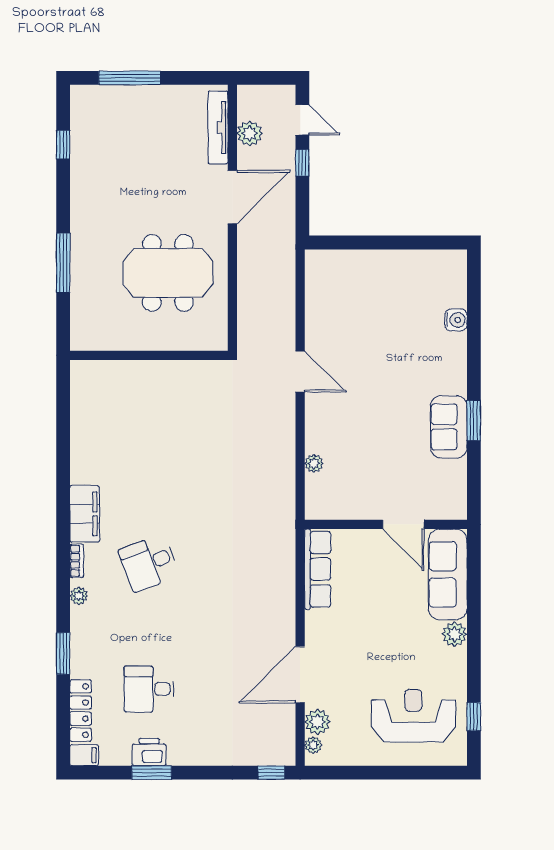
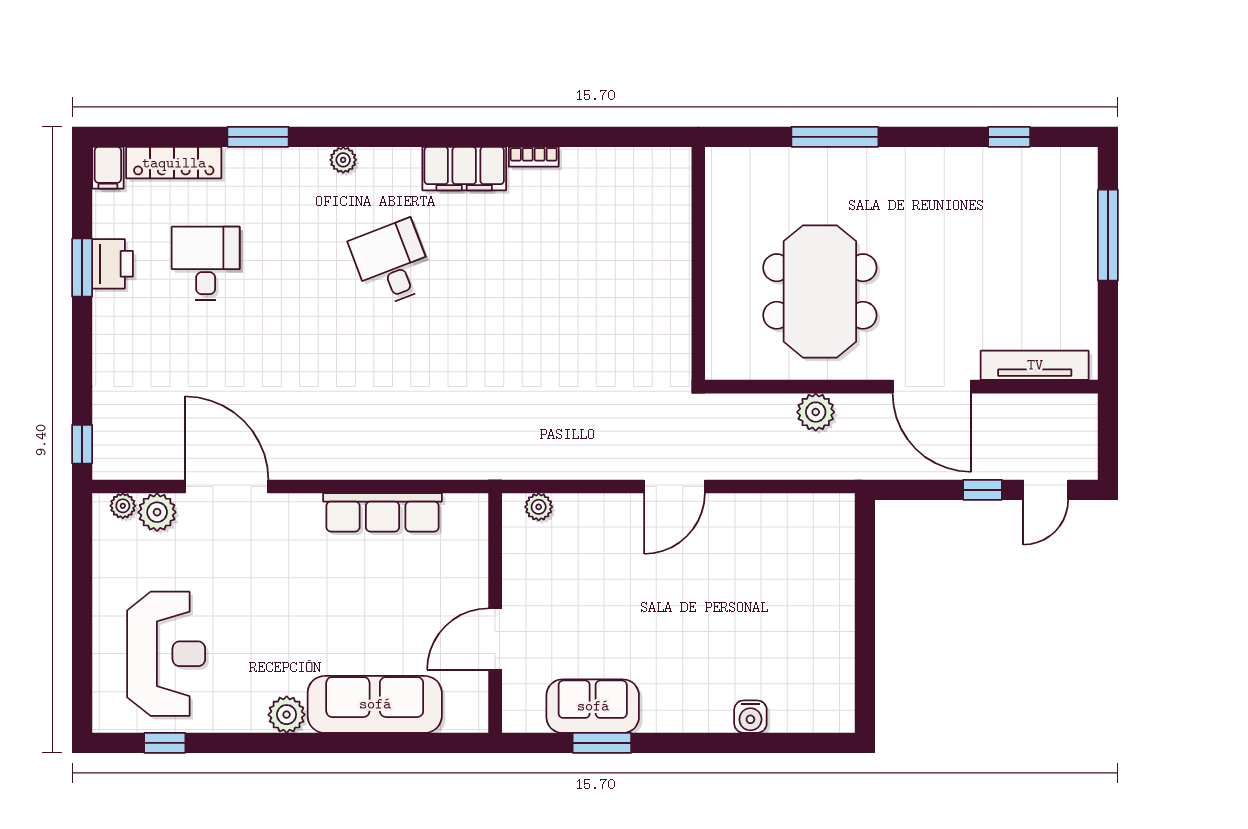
plant: (250, 133) -> (816, 412), moved
wall: (386, 524) -> (495, 613), moved
door: (403, 524) -> (495, 639), moved
bookcase: (77, 561) -> (534, 157), moved

